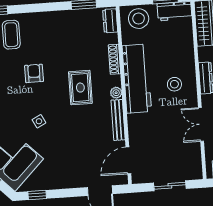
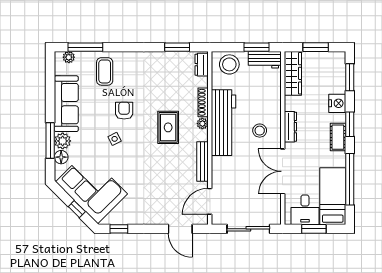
plant: (116, 93) -> (202, 124), moved
side table: (39, 121) -> (115, 139), moved
double door: (201, 124) -> (283, 171), width x1.37
sliding door: (170, 186) -> (248, 229), width x1.37

